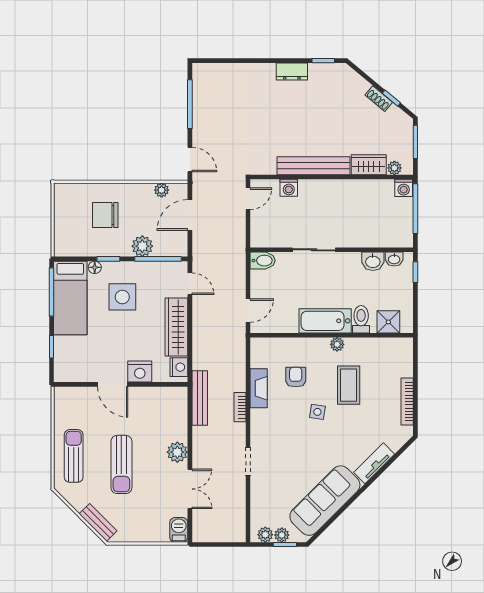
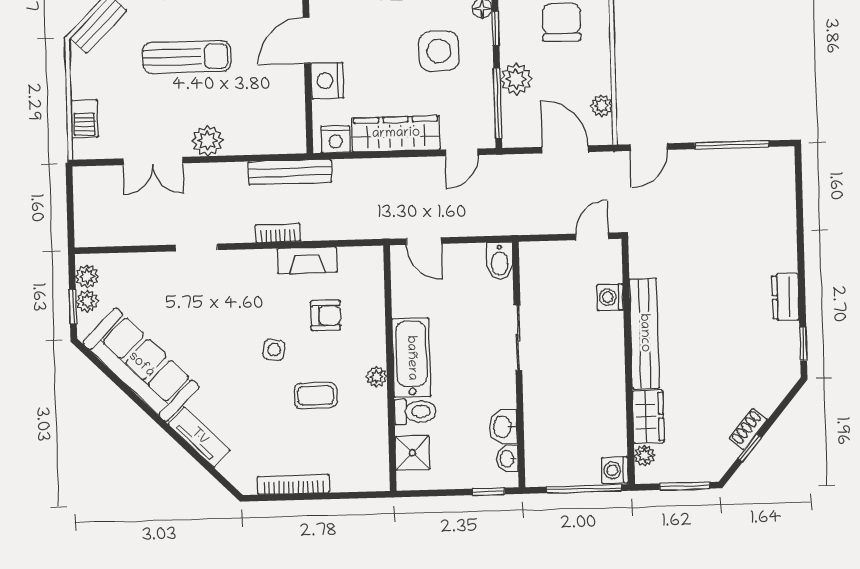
door: (248, 199) -> (592, 236), swing flipped
coffee table: (349, 385) -> (316, 395), width x0.73, depth x0.77
sun lounger: (121, 464) -> (187, 57), turned 180
barbecue: (179, 530) -> (84, 119), moved, turned 90

